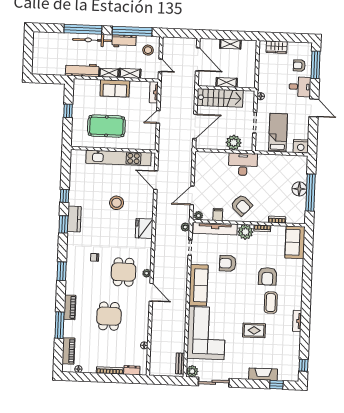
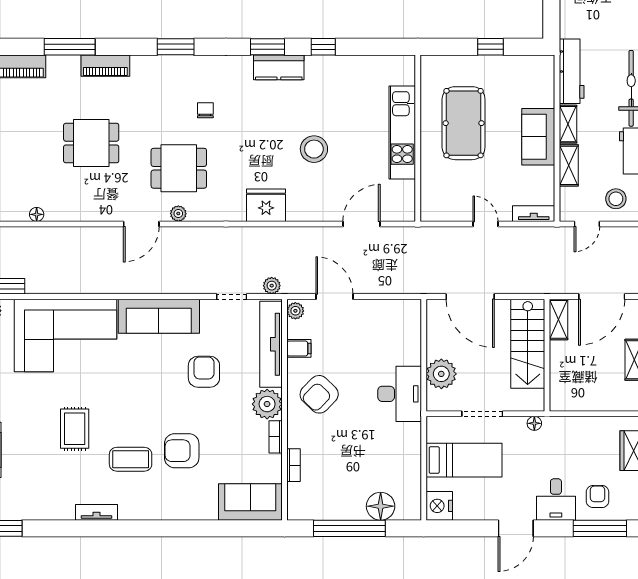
shelving: (227, 82) -> (559, 319), moved
kitchen unit: (119, 158) -> (402, 133), width x0.73
floor lamp: (299, 189) -> (381, 506), moved

